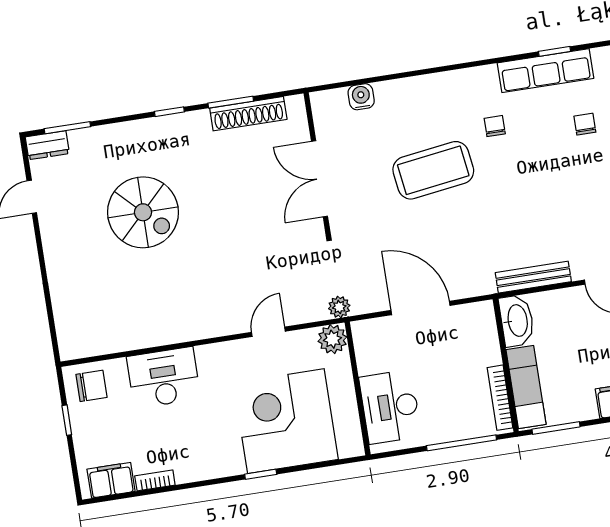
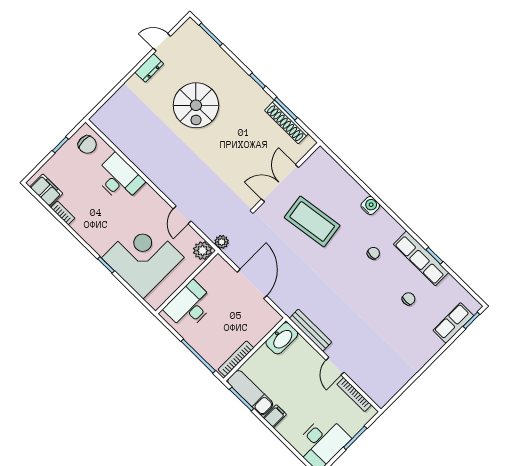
water cooler: (361, 97) -> (370, 206), moved
dresser: (47, 145) -> (149, 68), moved, turned -90
coffee table: (433, 170) -> (312, 221), moved
door: (268, 332) -> (182, 215), swing flipped
exam couch: (526, 387) -> (250, 393), moved, turned -90

